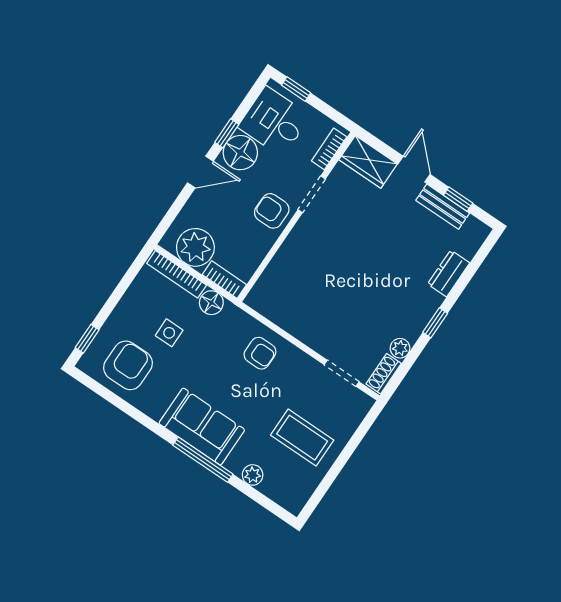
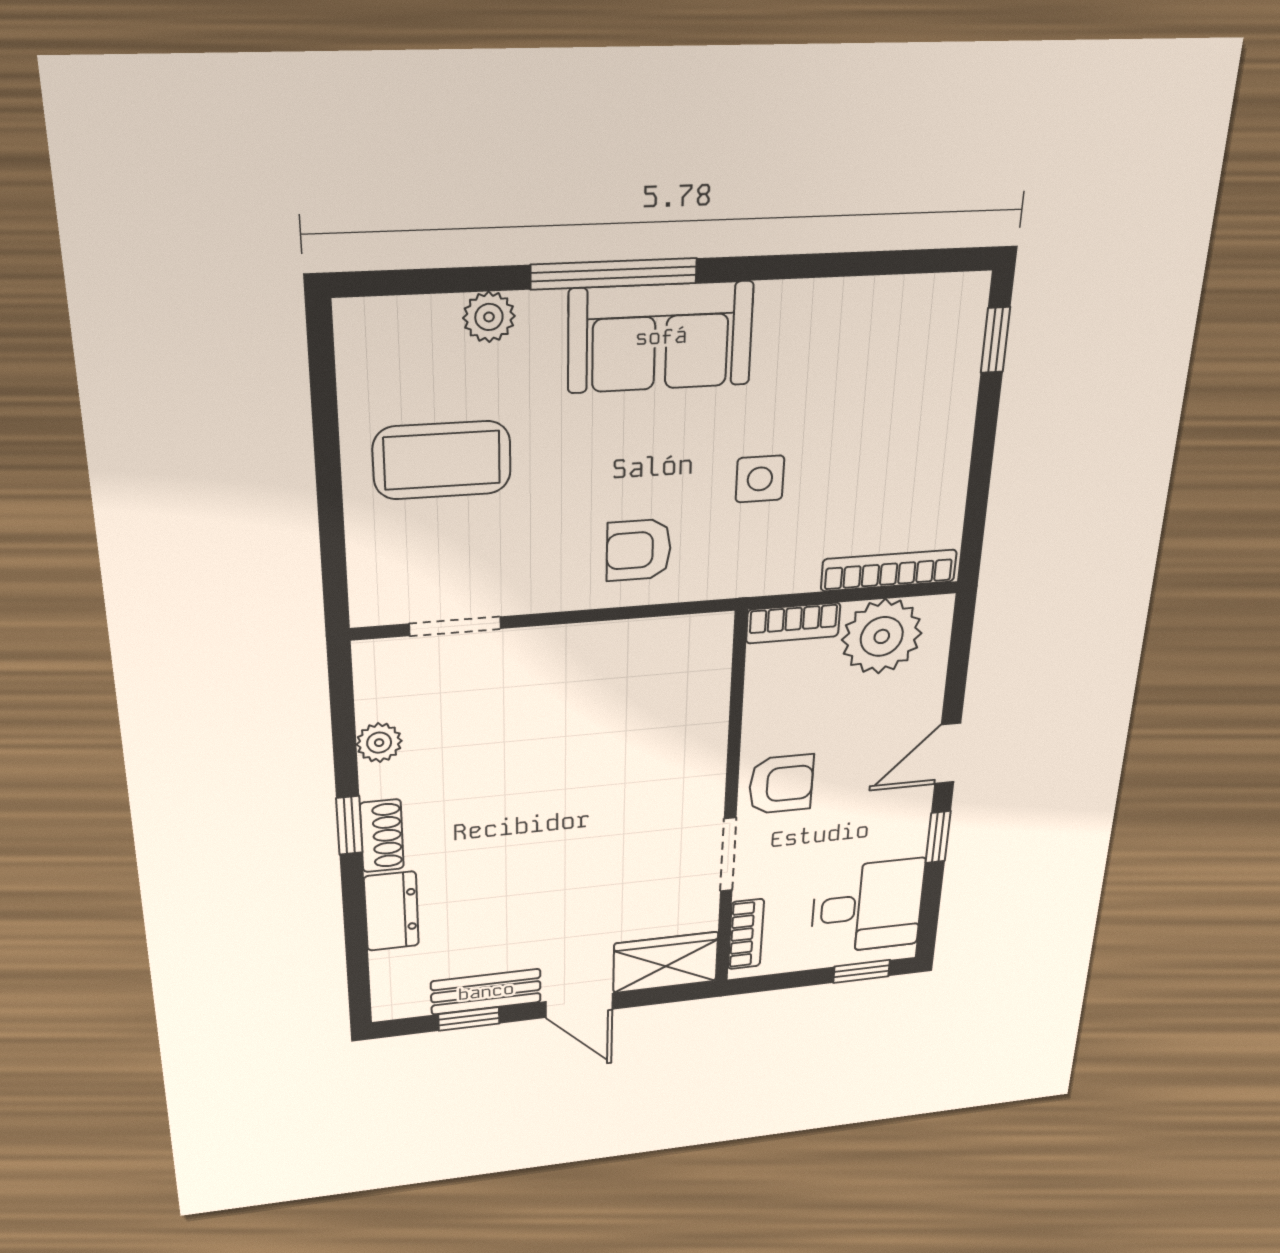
floor lamp: (240, 153) -> (896, 827), removed
floor lamp: (211, 303) -> (792, 569), removed
side table: (169, 333) -> (760, 479), moved
armchair: (128, 365) -> (885, 348), removed
shoe rack: (384, 374) -> (382, 836), moved

